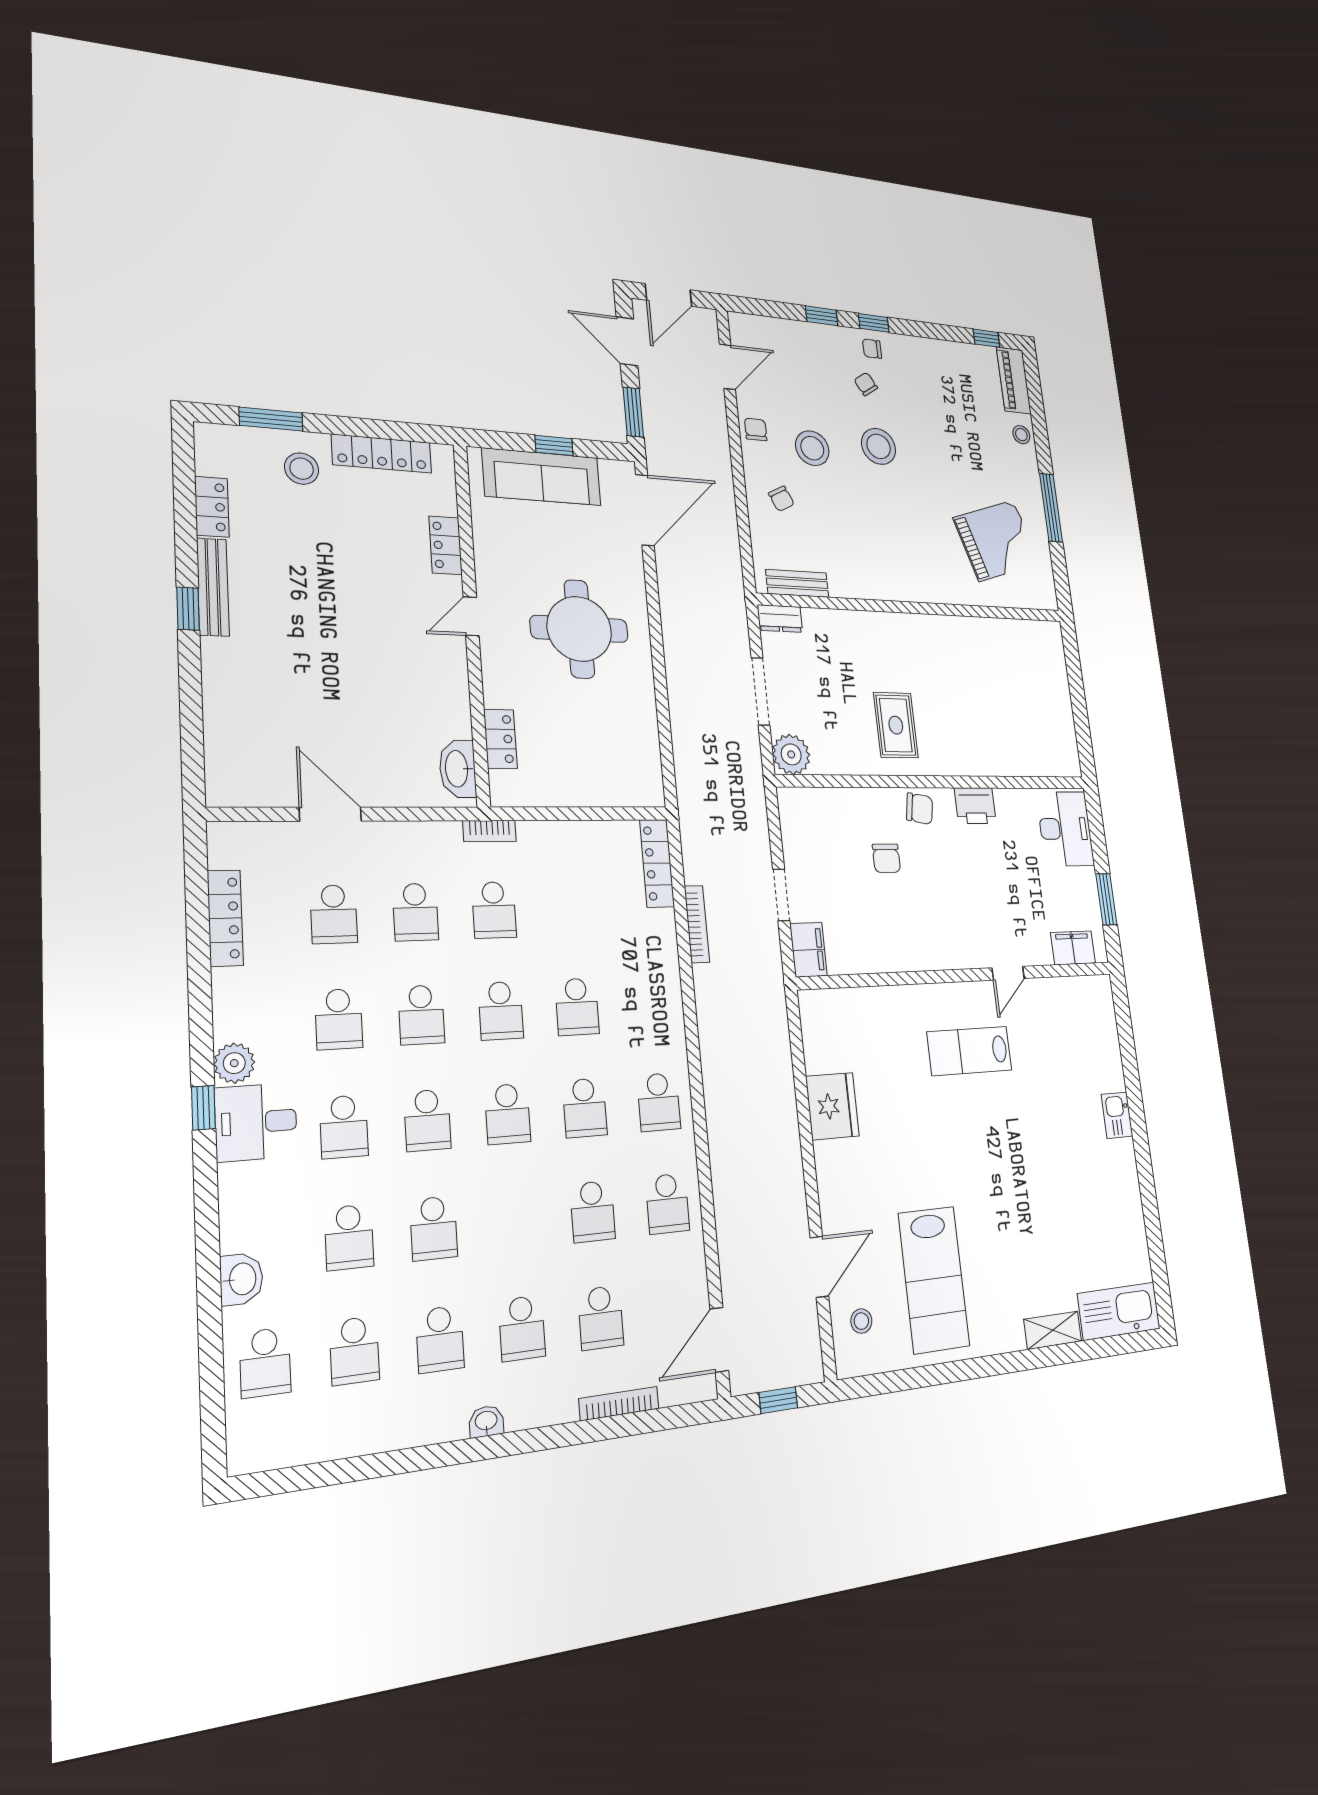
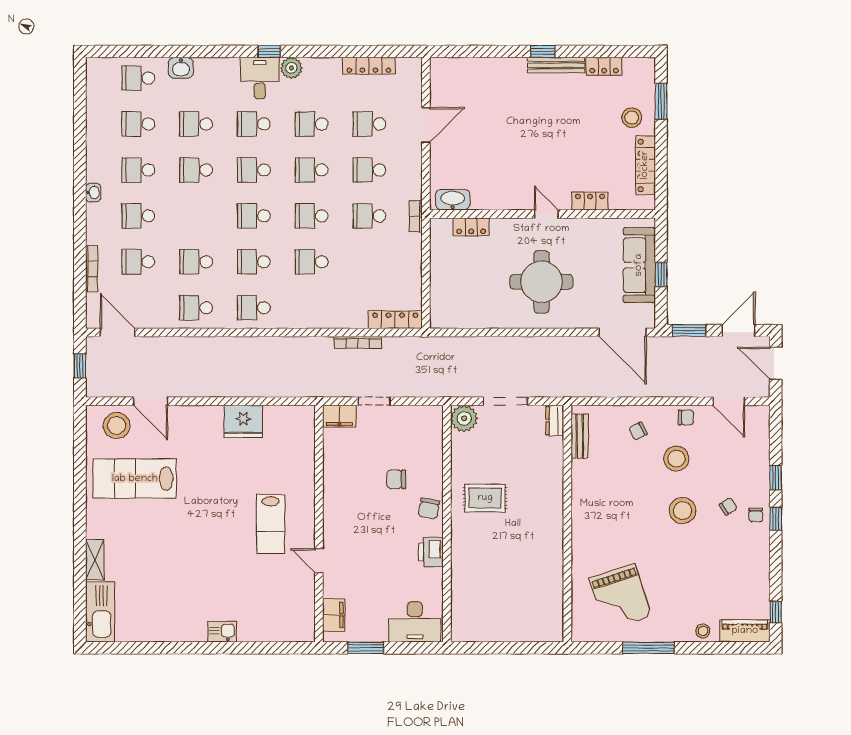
chair: (872, 349) -> (756, 515), turned 180
lab bench: (969, 1051) -> (271, 524), turned 180
stool: (861, 1321) -> (117, 426), width x1.89, depth x1.89

